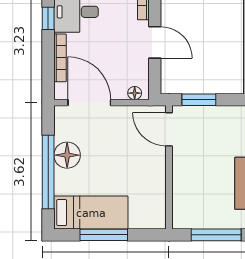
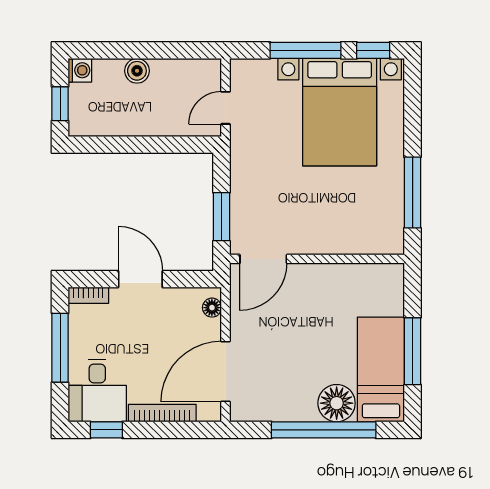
door: (155, 42) -> (140, 279), hinge flipped
floor lamp: (67, 155) -> (337, 403), moved

